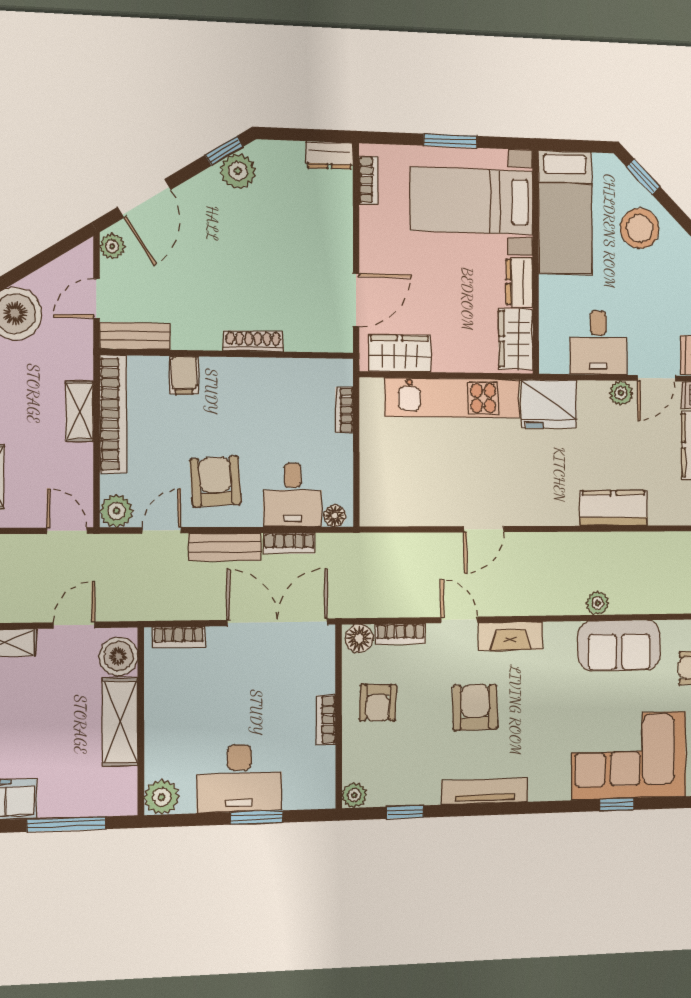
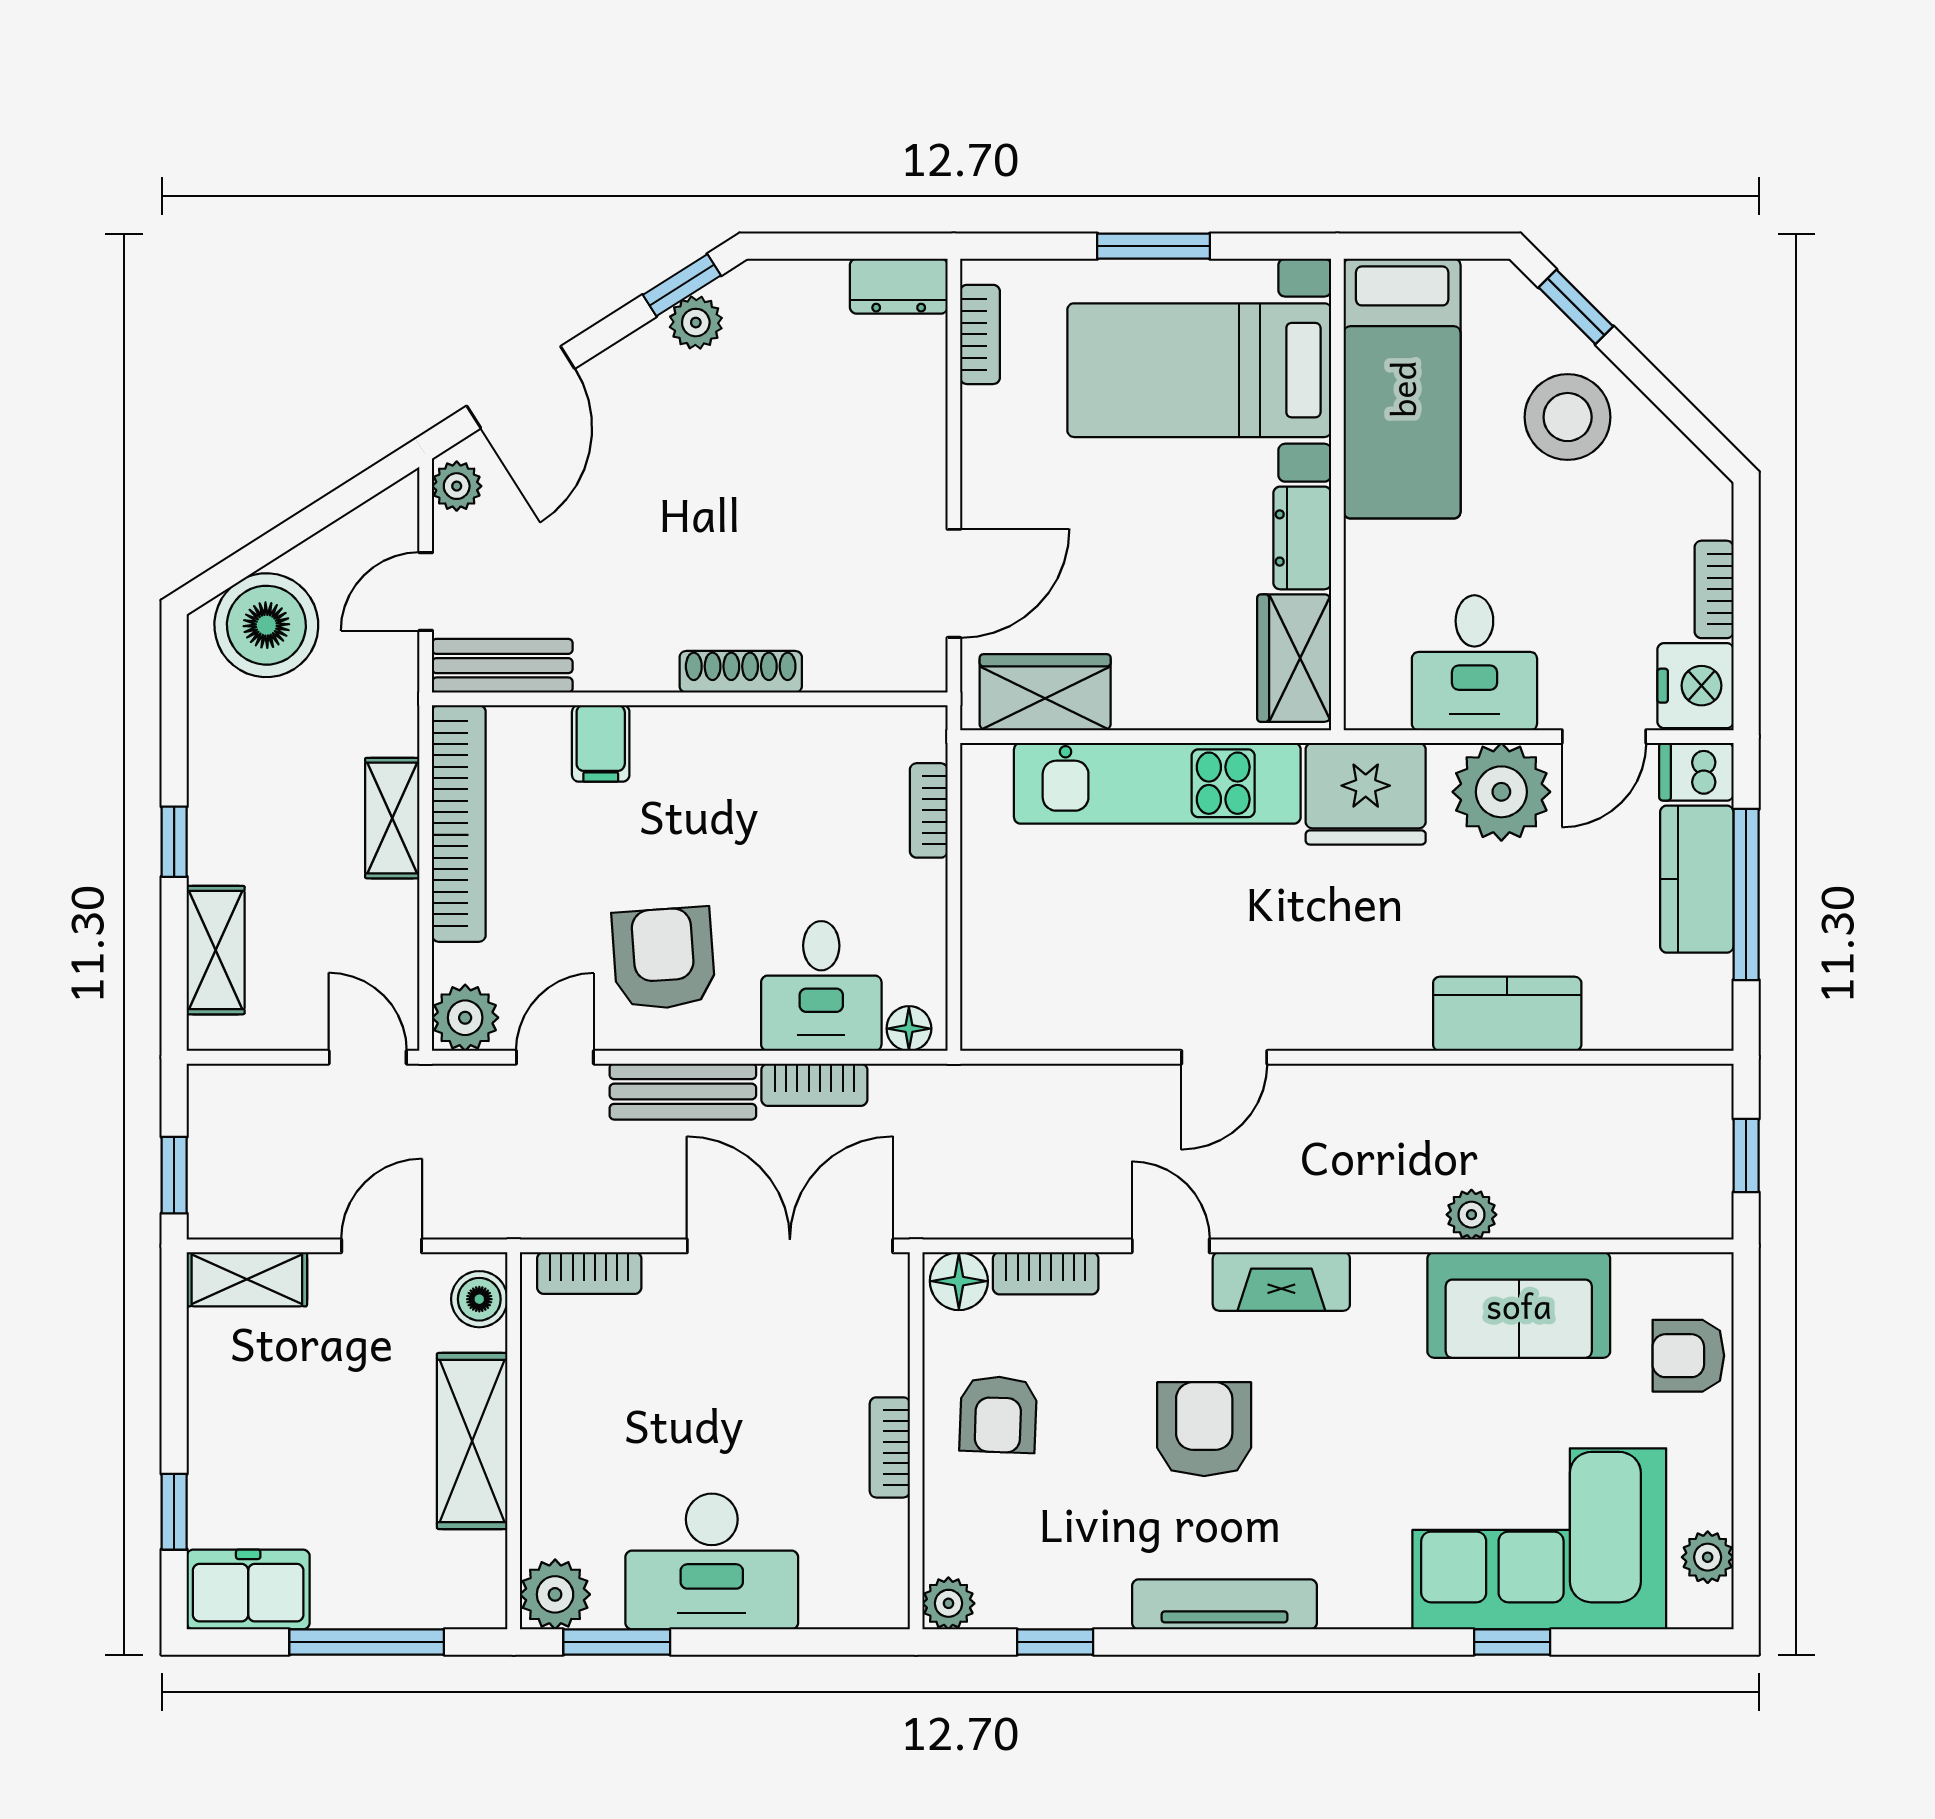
plant: (238, 171) -> (696, 323), width x0.73, depth x0.73
plant: (621, 393) -> (1501, 792), width x1.88, depth x1.88
boiler: (118, 656) -> (479, 1299), width x0.73, depth x0.73
window: (257, 817) -> (617, 1642), moved

